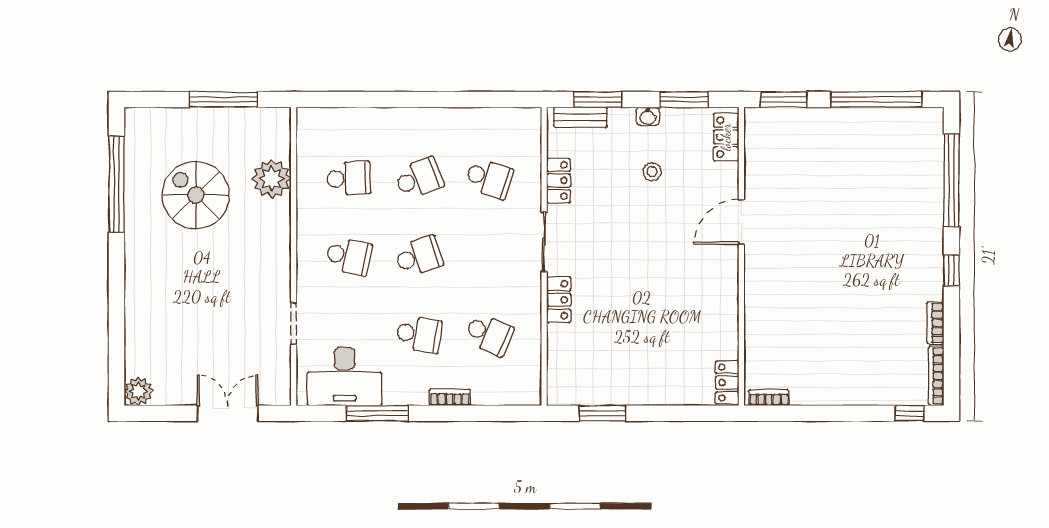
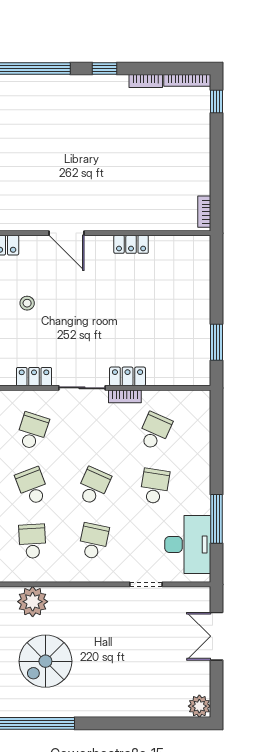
school desk: (419, 256) -> (93, 486), turned 42
locker: (727, 383) -> (131, 244), moved
bookcase: (450, 397) -> (125, 396), moved, turned -90

